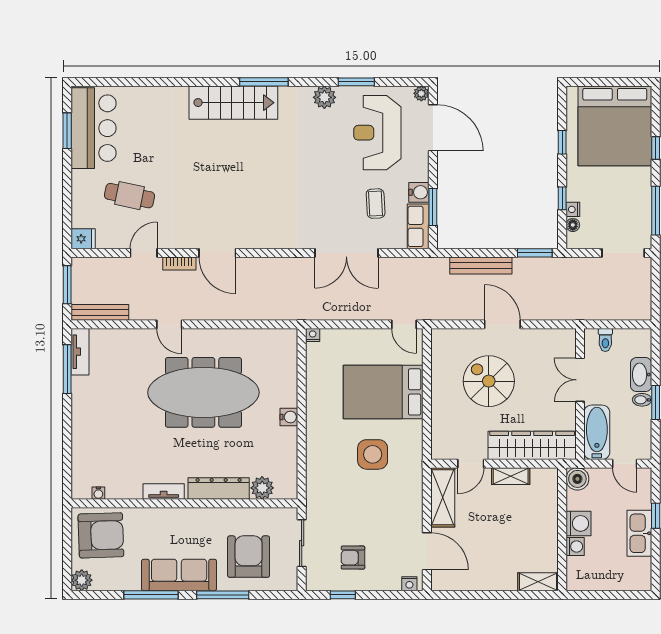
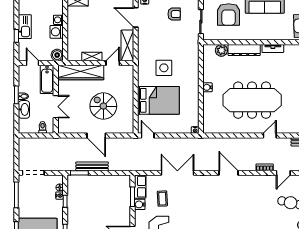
door: (217, 253) -> (229, 173), moved
bench: (481, 265) -> (92, 166), moved
door: (169, 324) -> (270, 136), hinge flipped
spiral stairs: (489, 381) -> (103, 106), turned 180

